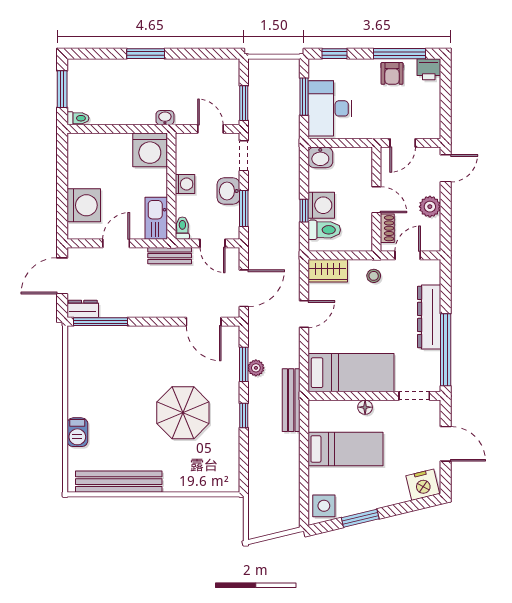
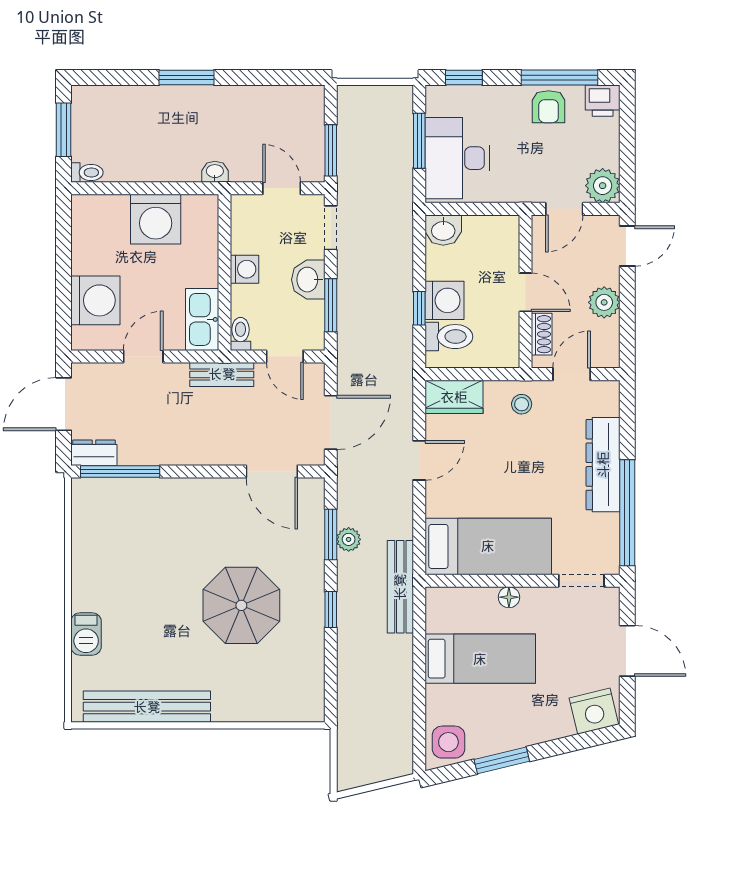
plant: (429, 127) -> (603, 186), added
washing machine: (150, 150) -> (156, 219), moved

